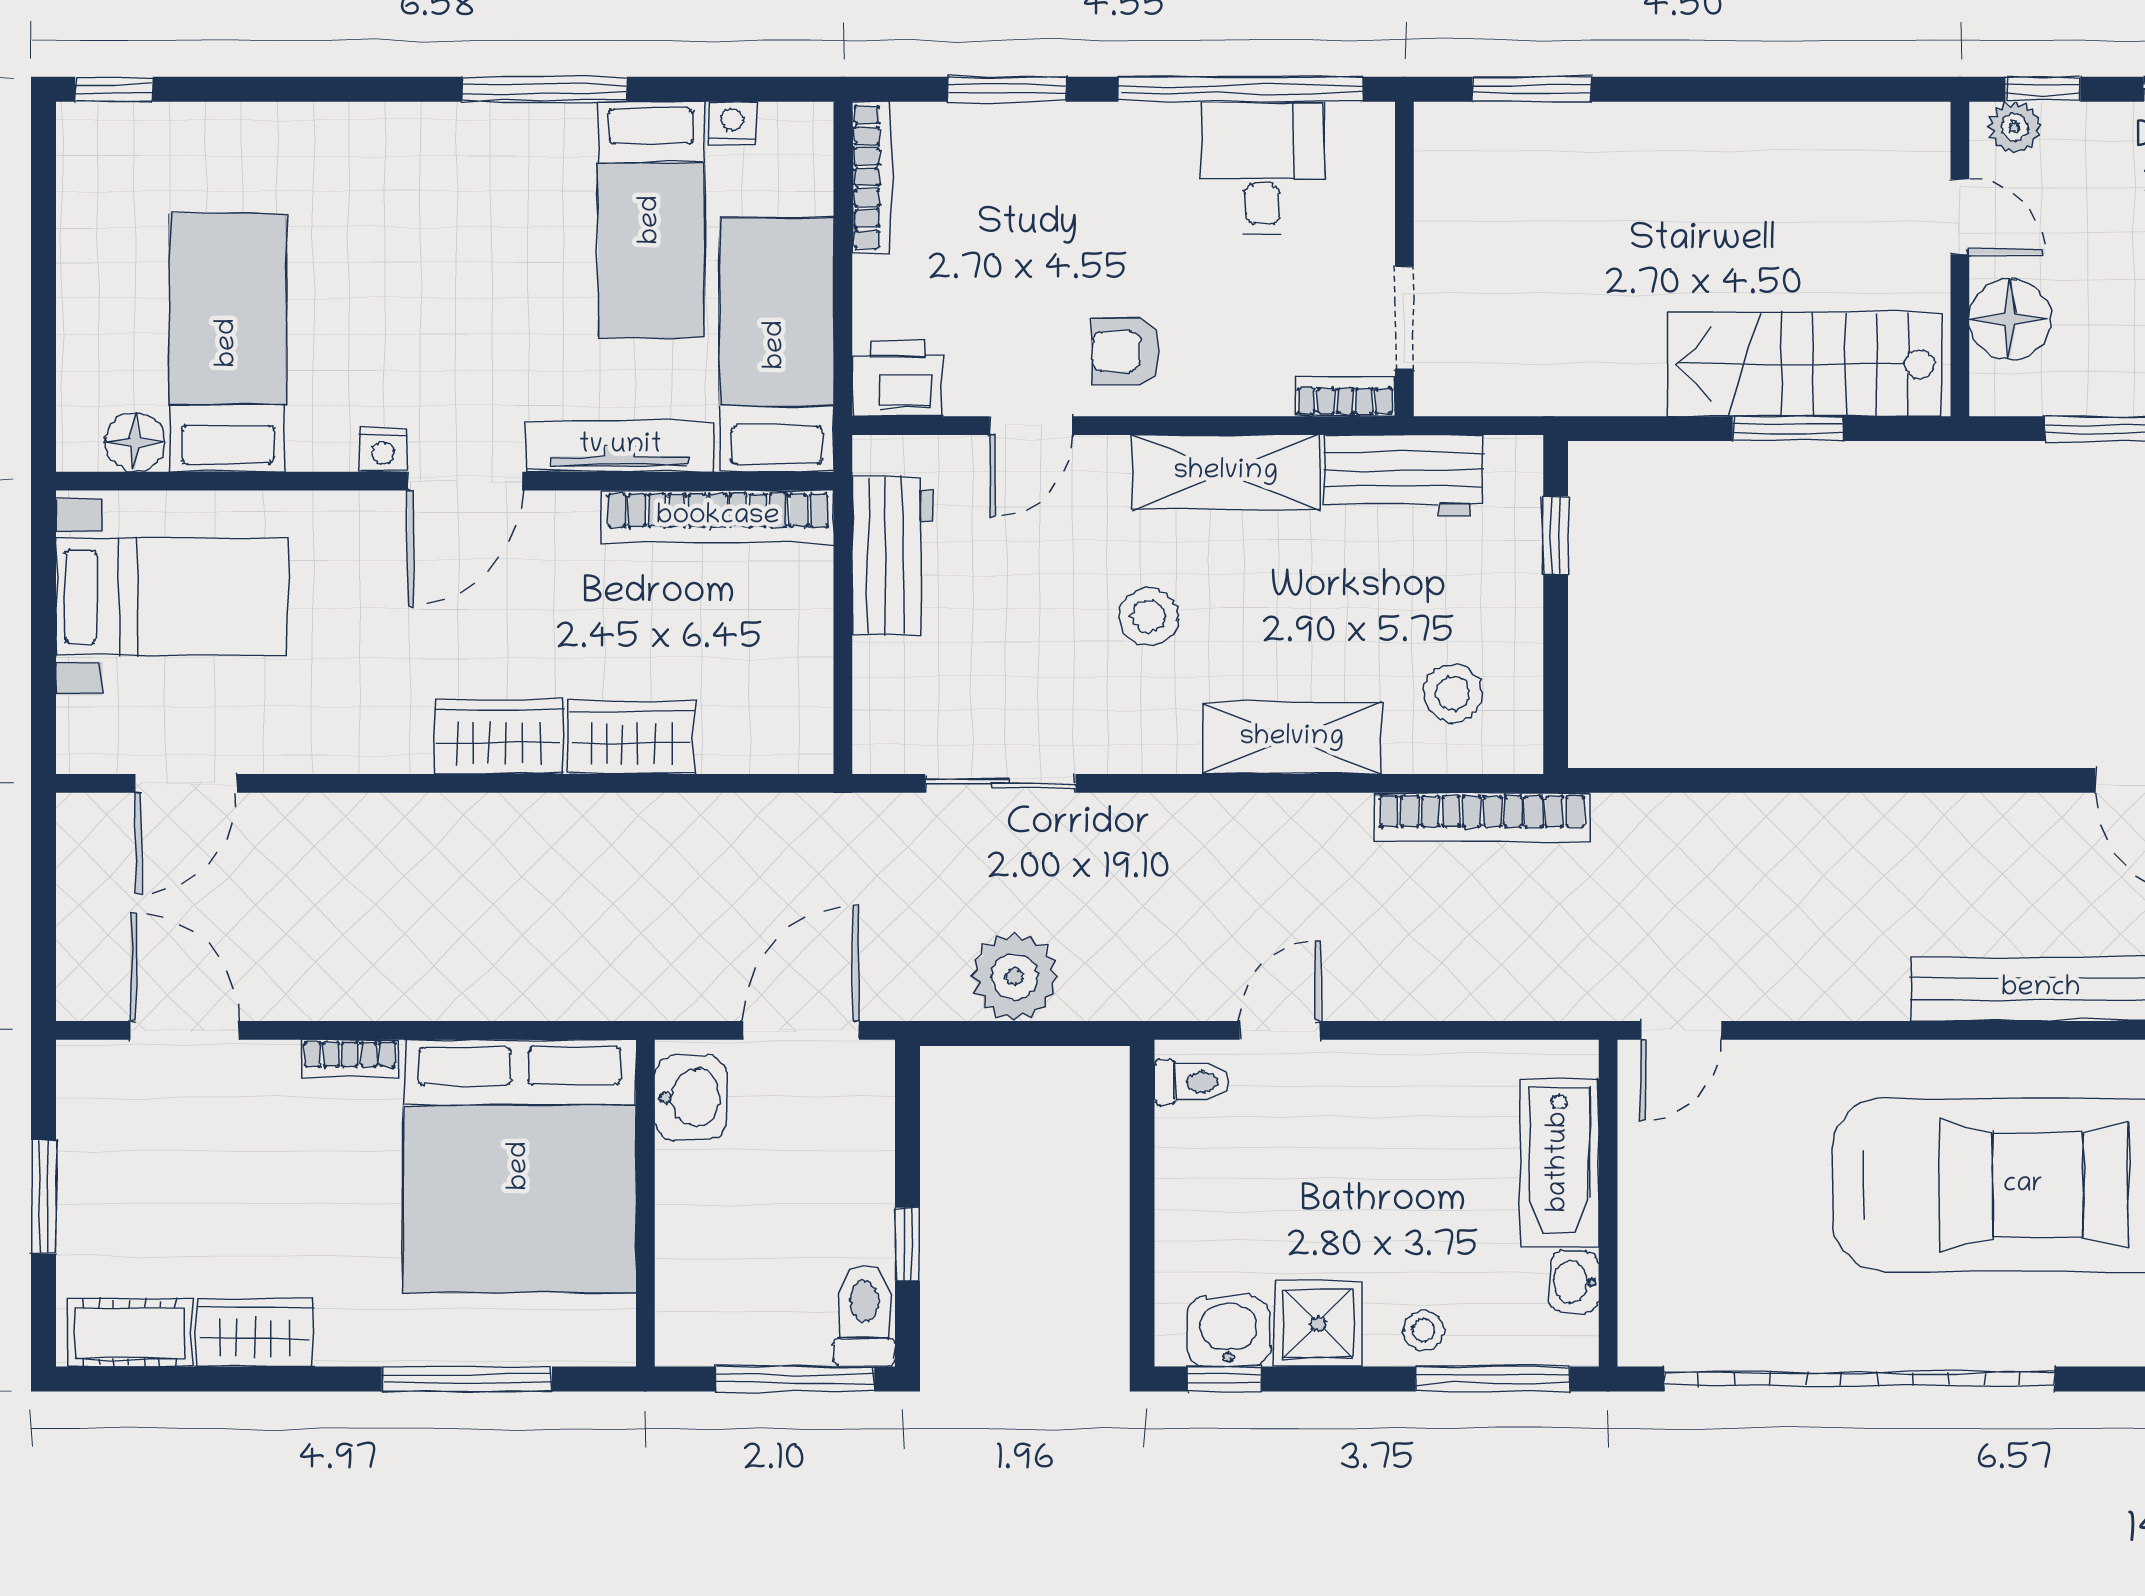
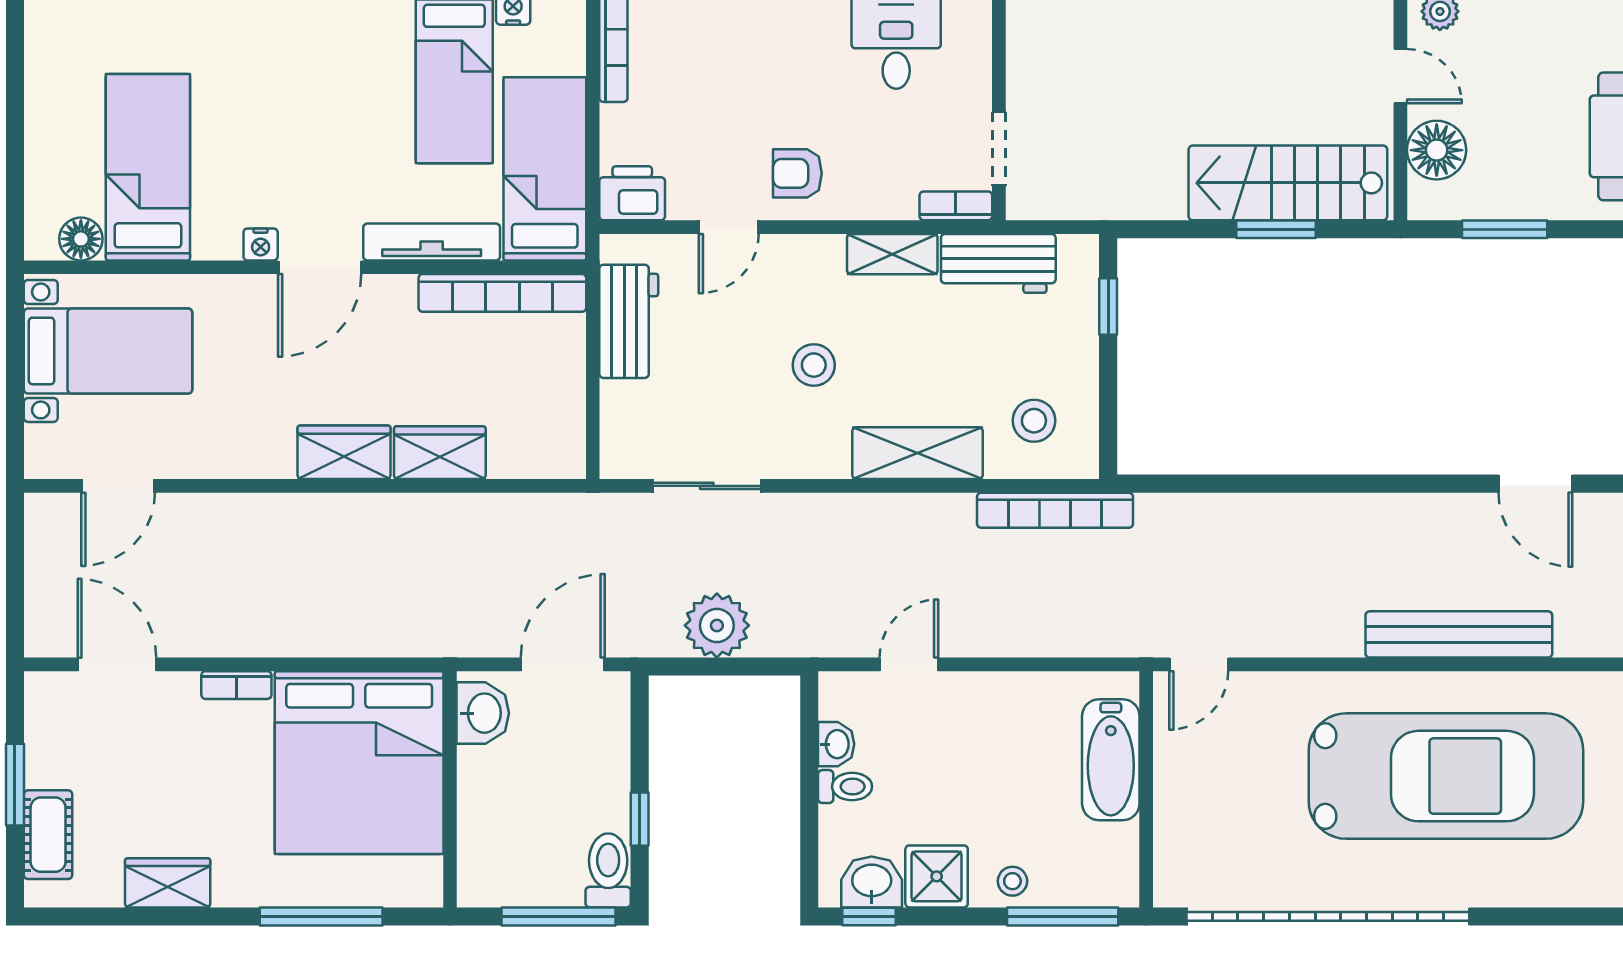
shelving: (1226, 472) -> (892, 254), width x0.67, depth x0.75
toilet: (1192, 1082) -> (845, 787), moved
washbasin: (1574, 1282) -> (836, 744), moved, turned 180
cot: (130, 1333) -> (48, 835), moved, turned 90

